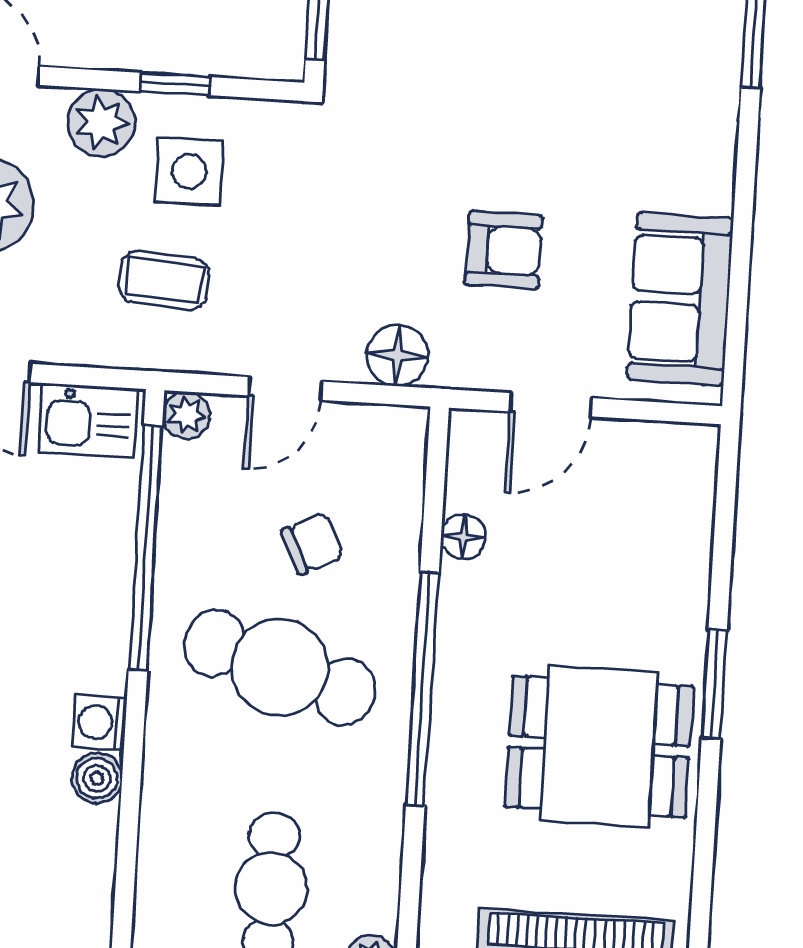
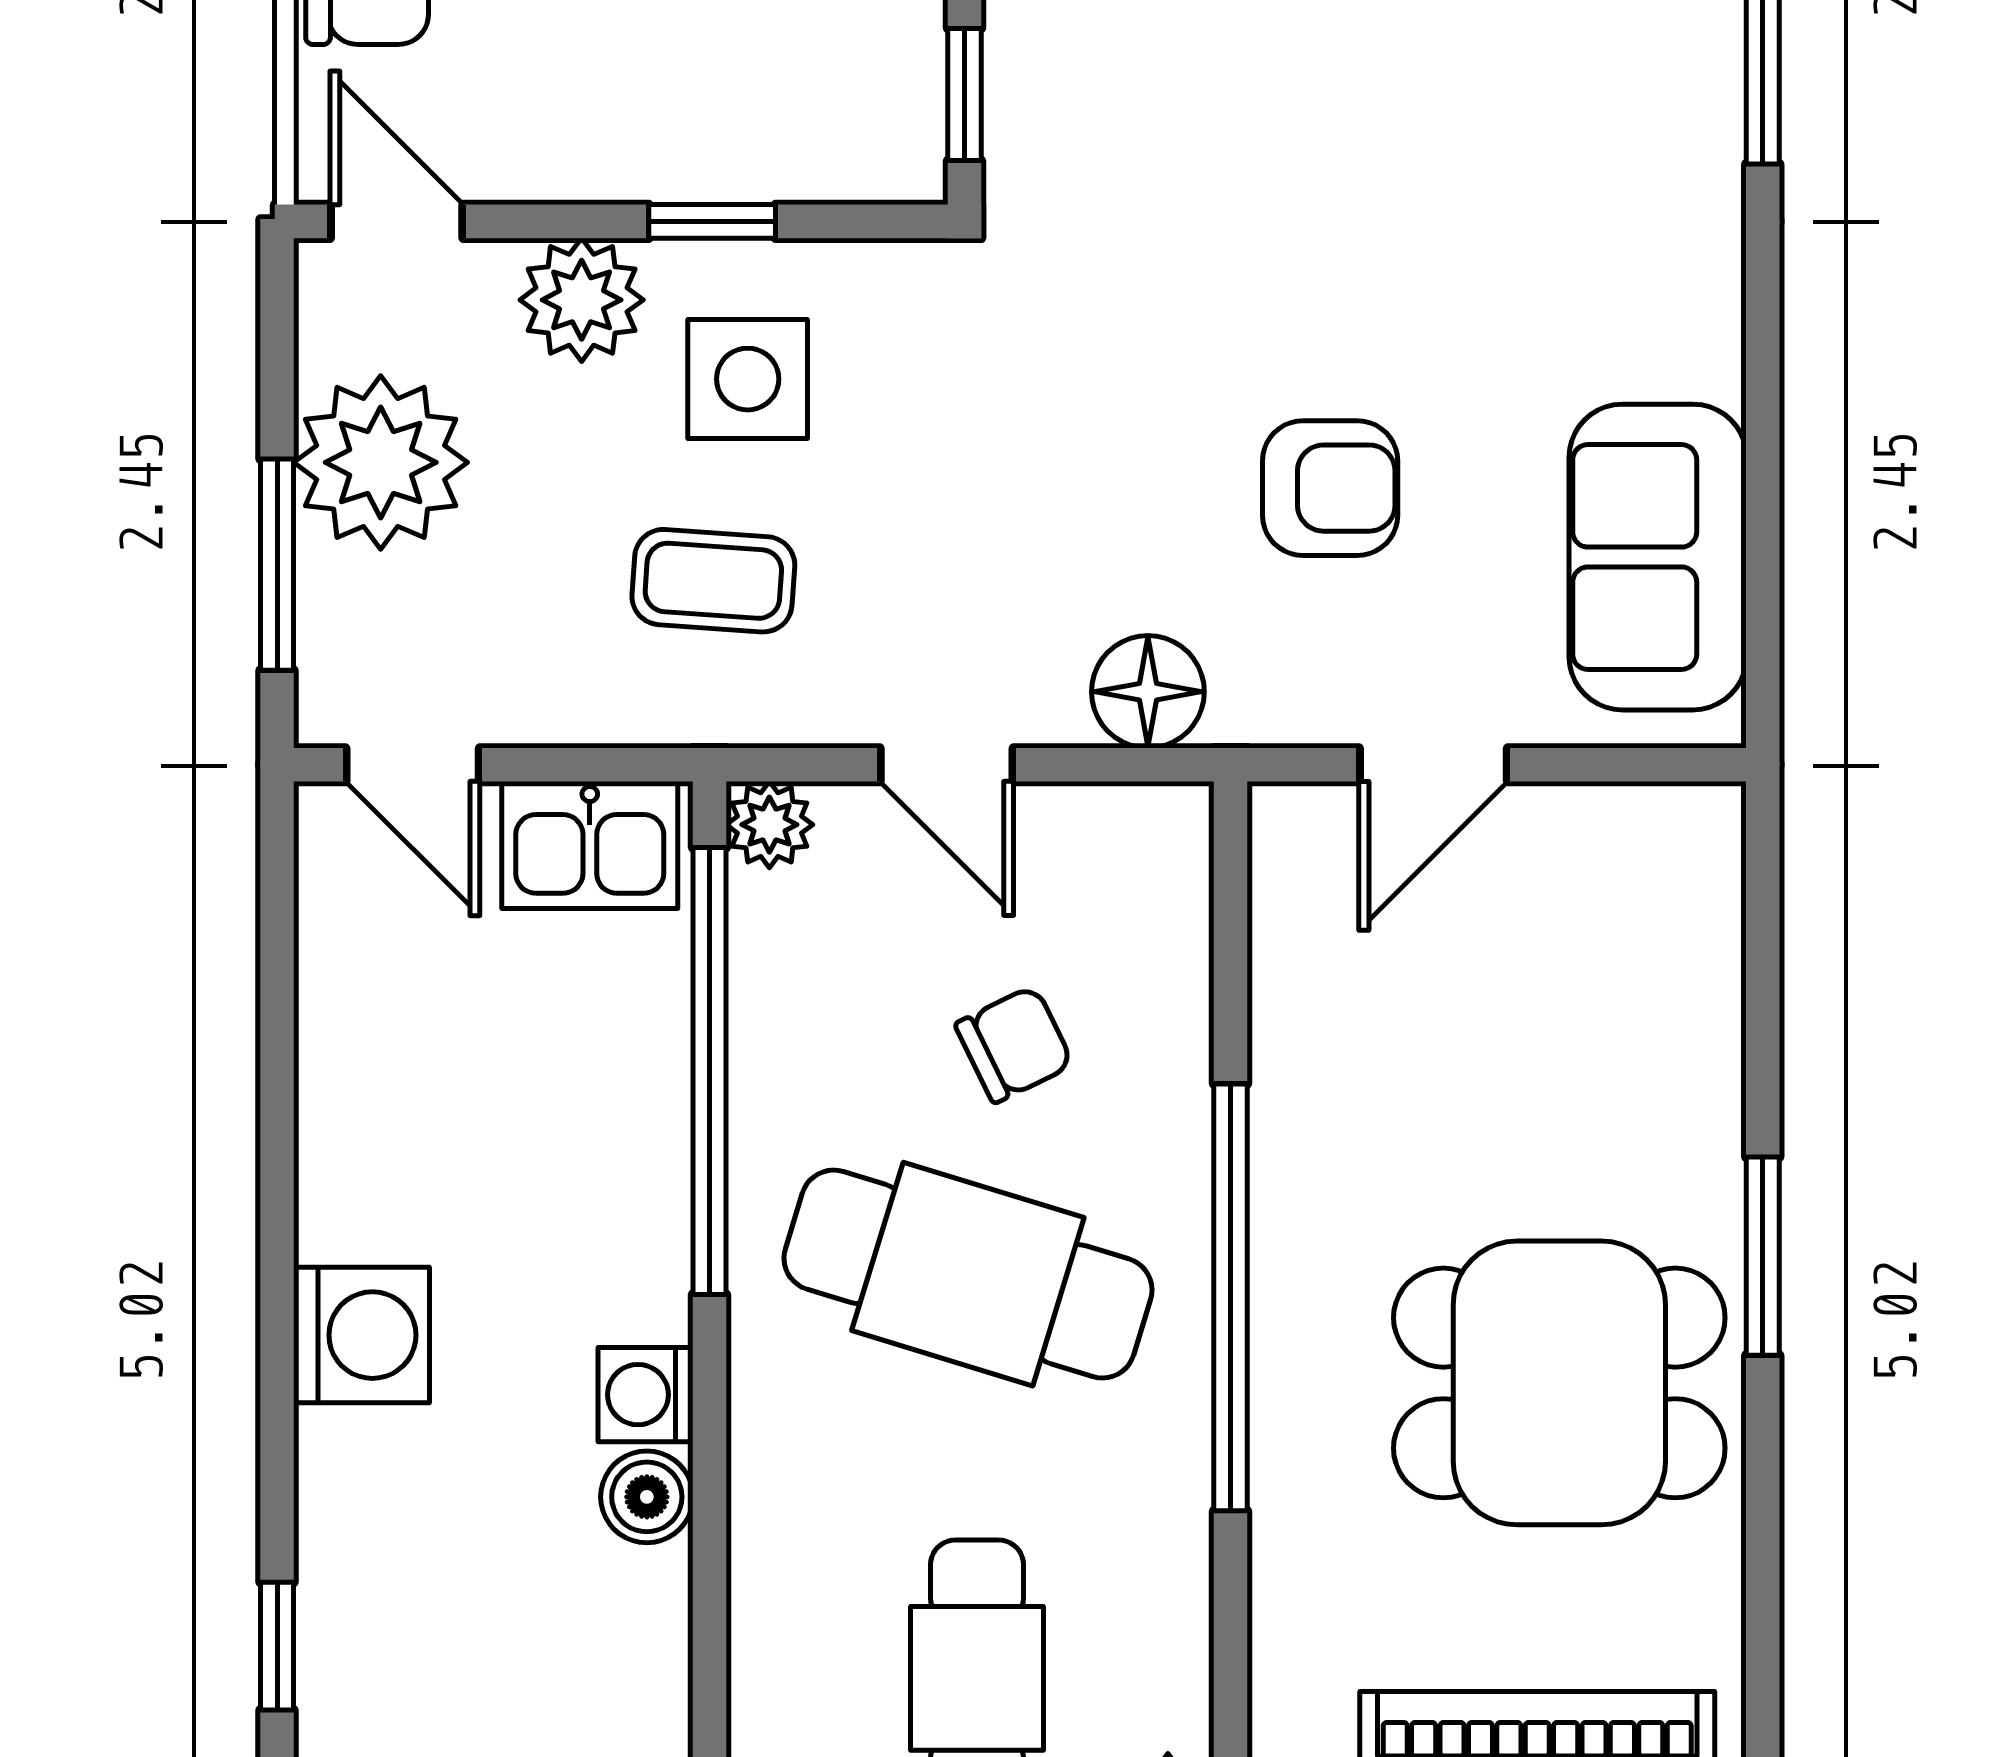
door: (285, 389) -> (947, 765), hinge flipped
floor lamp: (463, 537) -> (1288, 1015), removed

